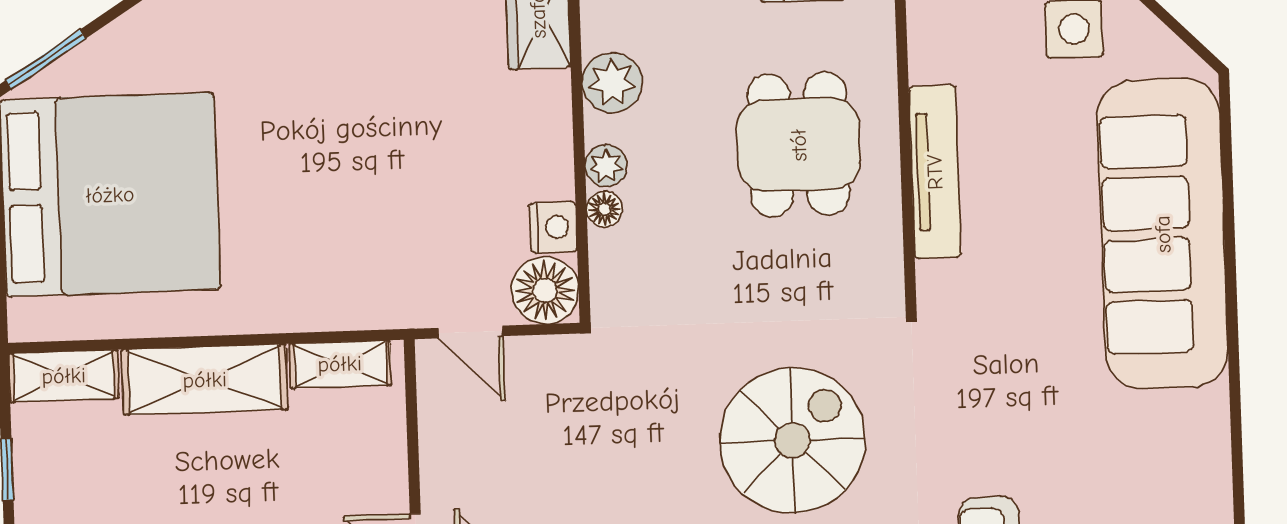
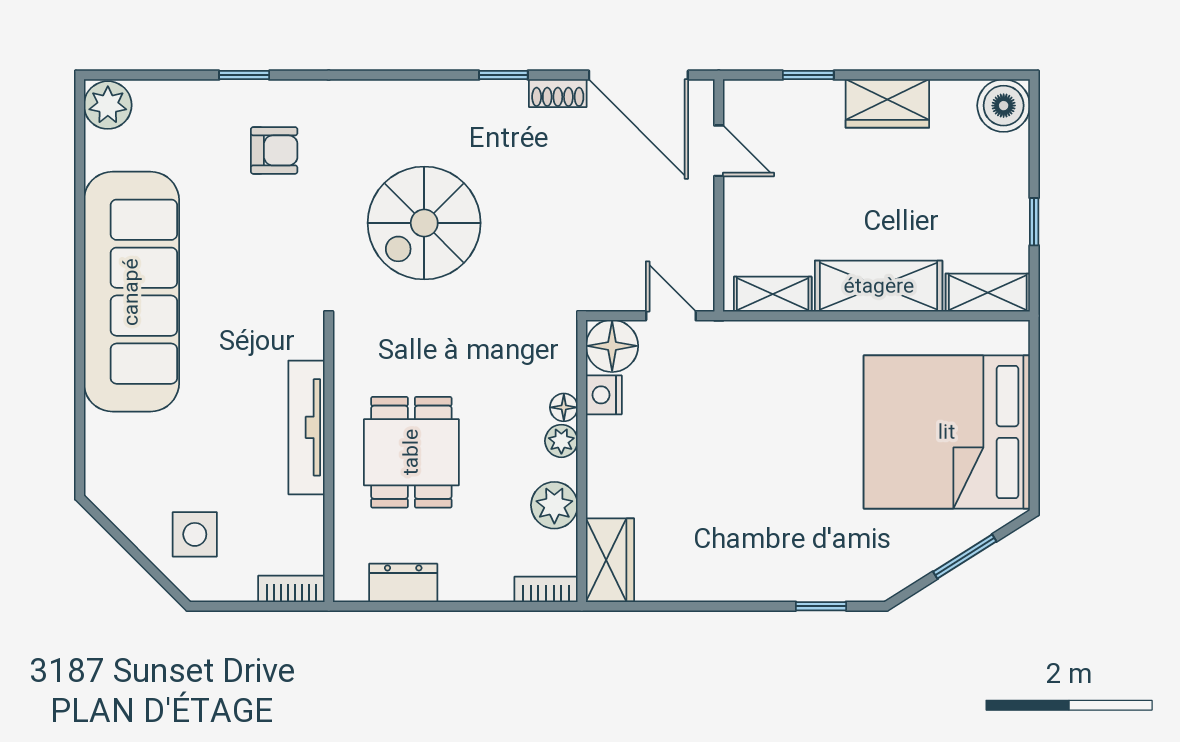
window: (46, 60) -> (965, 557), moved
sofa: (1163, 234) -> (131, 292), moved

